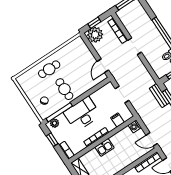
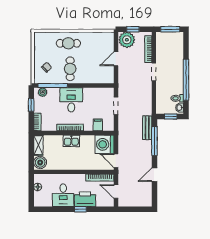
door: (103, 66) -> (116, 59), moved
desk: (82, 114) -> (71, 100), width x0.73
washing machine: (135, 126) -> (104, 144), width x1.89, depth x1.89

